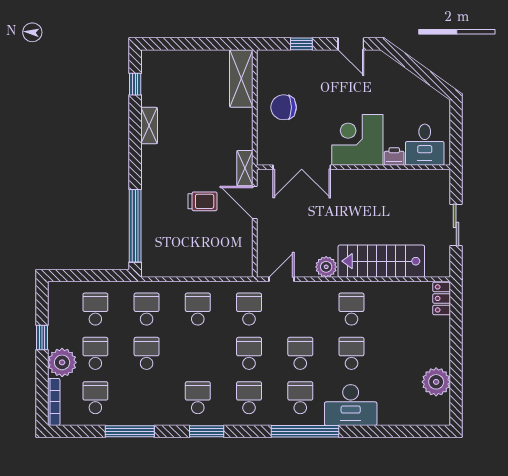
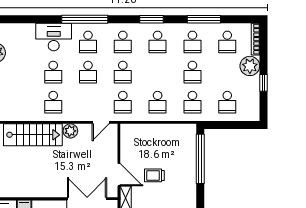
school desk: (95, 353) -> (192, 42), moved

